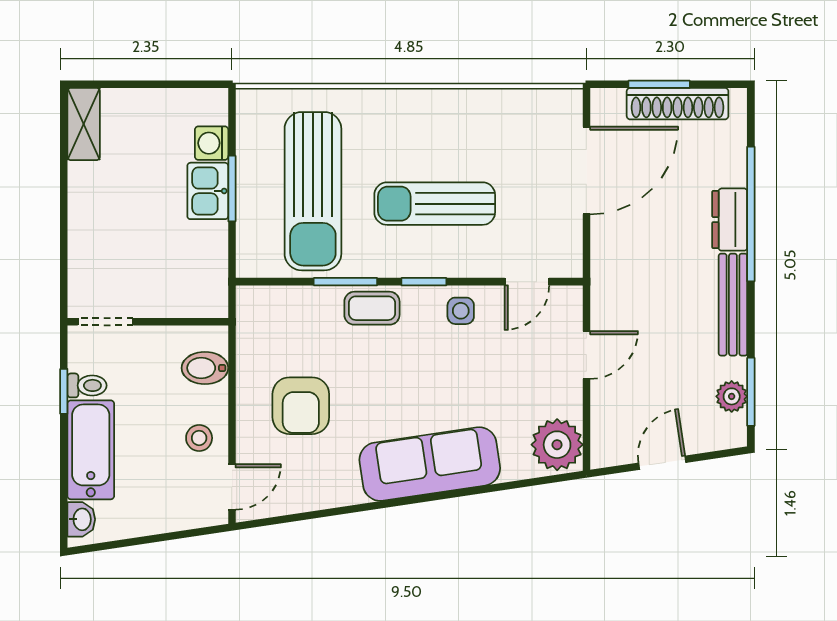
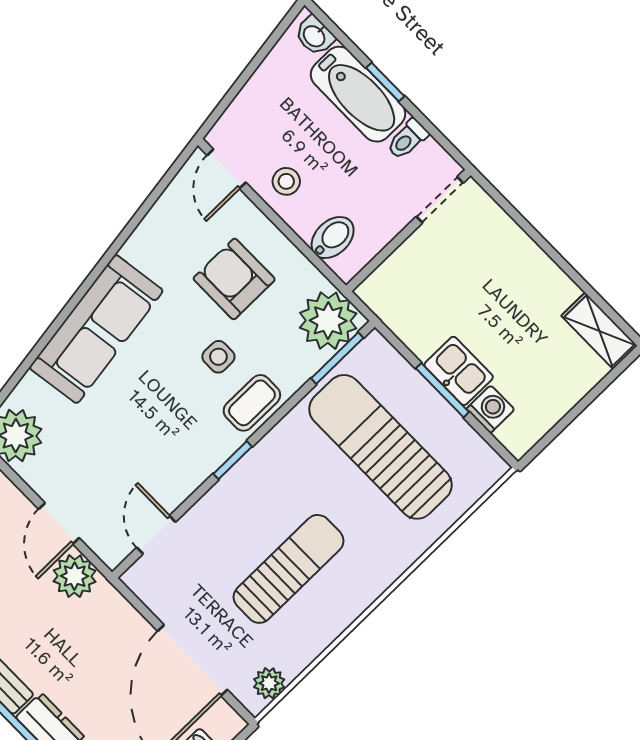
plant: (549, 103) -> (269, 683), added
sun lounger: (435, 204) -> (289, 569), moved
window: (345, 282) -> (337, 358), moved
plant: (611, 308) -> (75, 576), added
side table: (461, 311) -> (218, 357), moved
plant: (264, 314) -> (328, 321), added
window: (64, 391) -> (385, 82), moved

